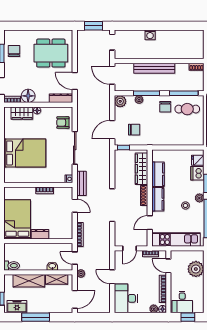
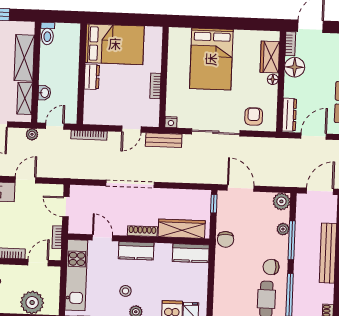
chair: (134, 130) -> (226, 239), moved
kitchen counter: (158, 174) -> (191, 253), moved

